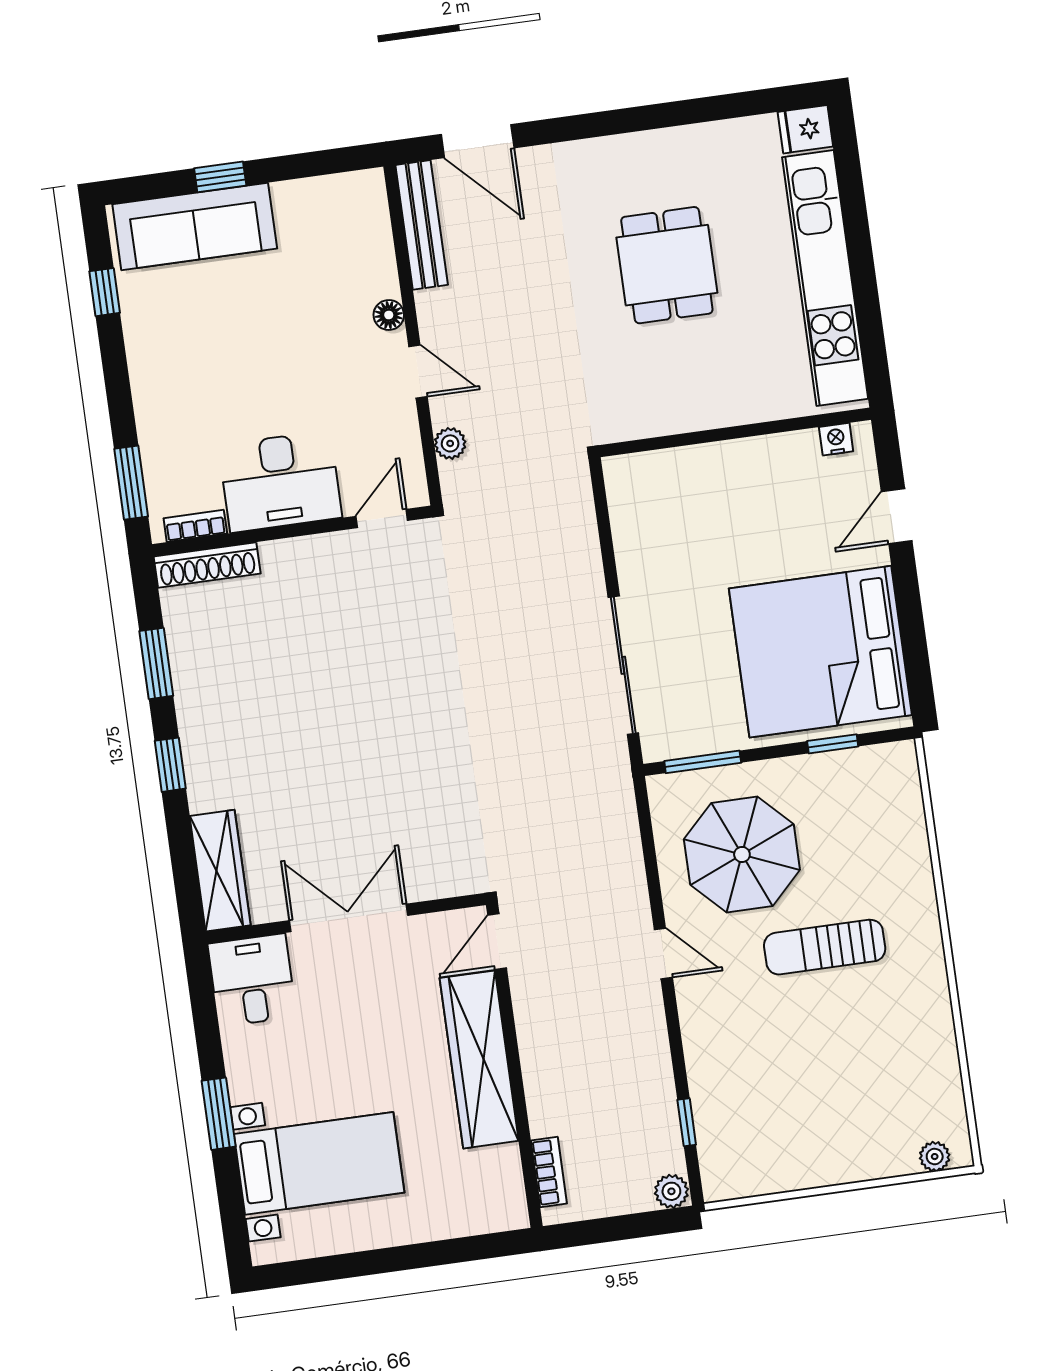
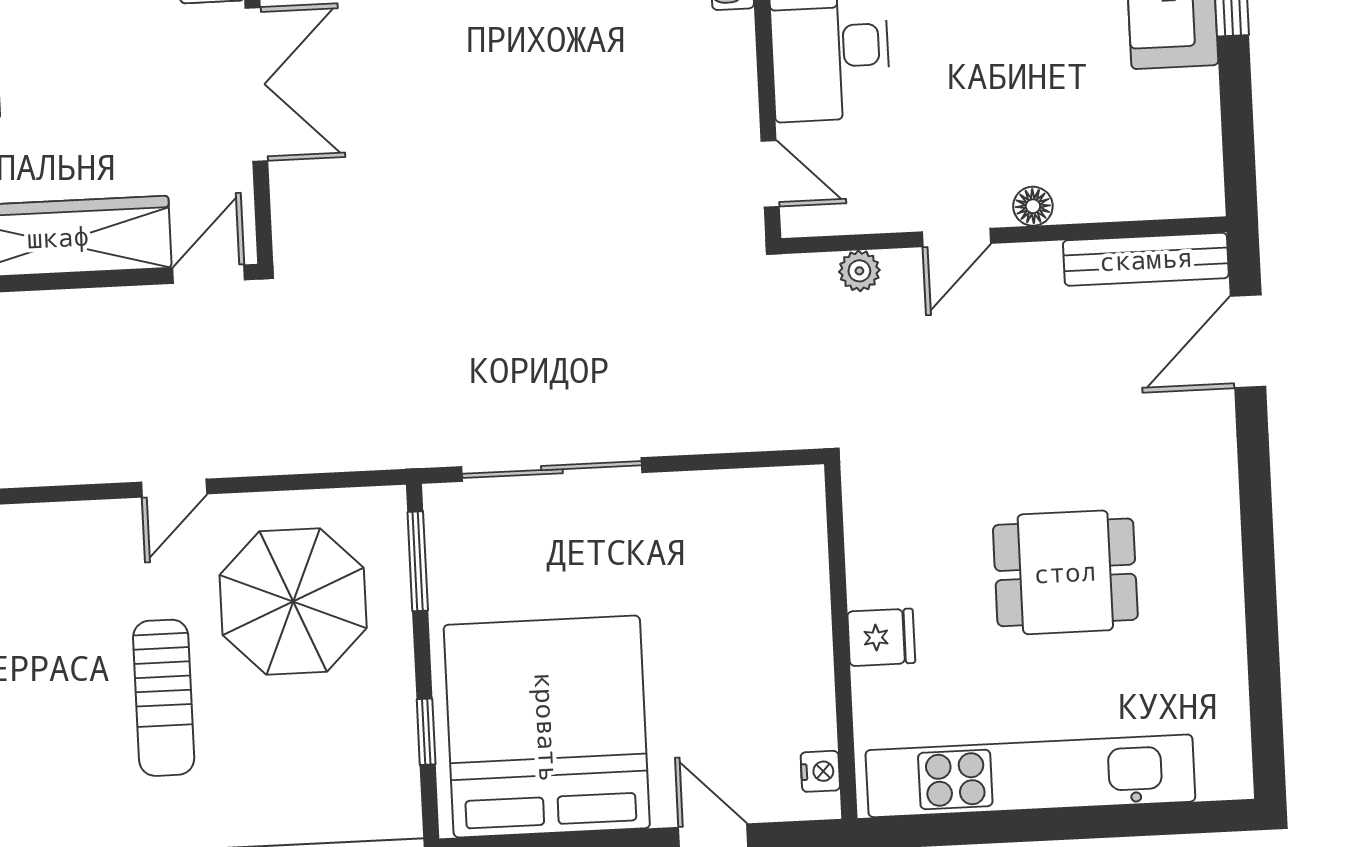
fridge: (805, 129) -> (881, 637), moved, turned 90
door: (497, 942) -> (209, 274), hinge flipped
sun lounger: (825, 947) -> (164, 698), turned 180

